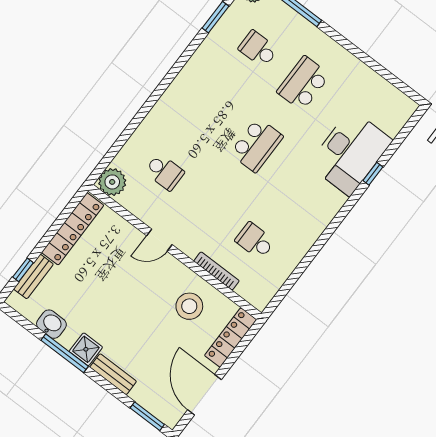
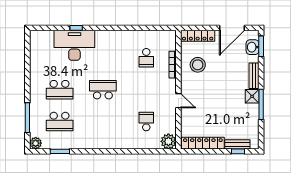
school desk: (258, 49) -> (60, 122), width x1.85
washbasin: (51, 324) -> (253, 47), moved

